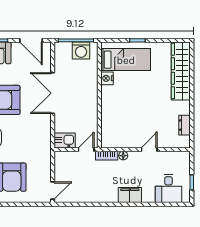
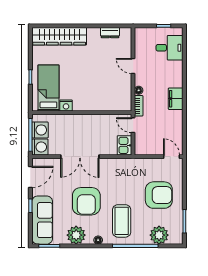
washing machine: (63, 50) -> (40, 147), added
filing cabinet: (130, 195) -> (176, 99), moved

